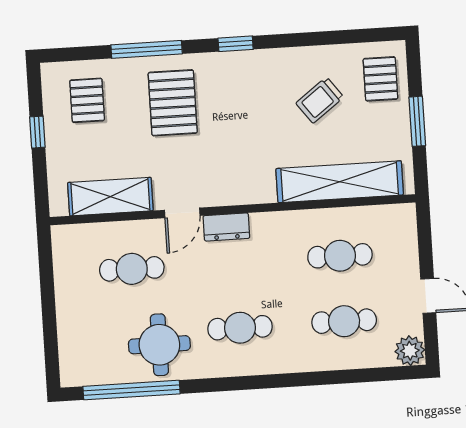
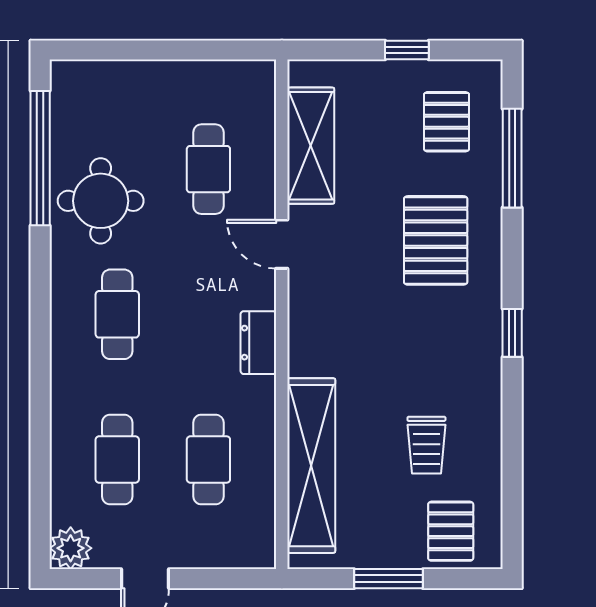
window: (147, 49) -> (512, 158), moved
pallet: (380, 79) -> (451, 531), turned 90
pallet: (87, 100) -> (447, 122), turned 90
trolley: (320, 100) -> (426, 445), turned -143
pallet: (173, 103) -> (436, 240), turned 90
dresser: (226, 227) -> (258, 343), moved

